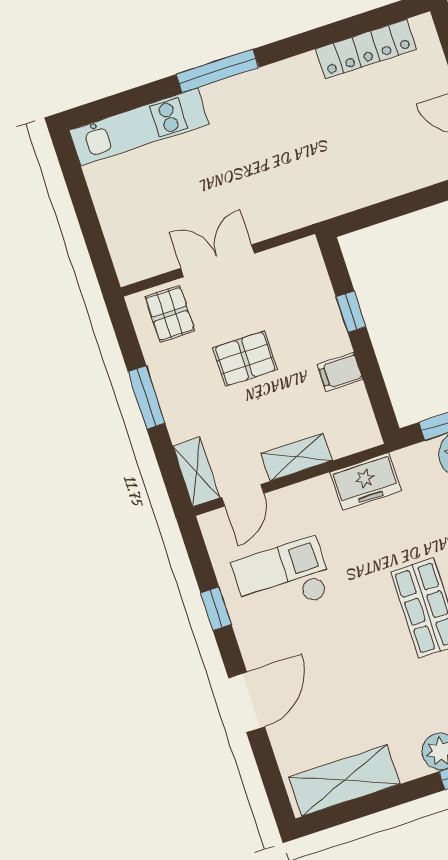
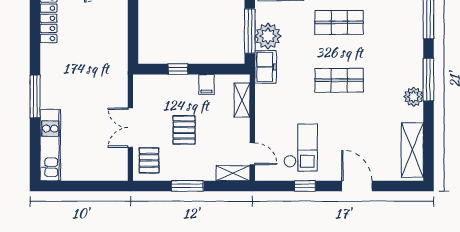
pallet: (170, 314) -> (149, 160), turned 90
shelving: (296, 457) -> (242, 100), moved
freezer: (366, 481) -> (266, 67), moved
checkout: (283, 578) -> (301, 148), turned 180

